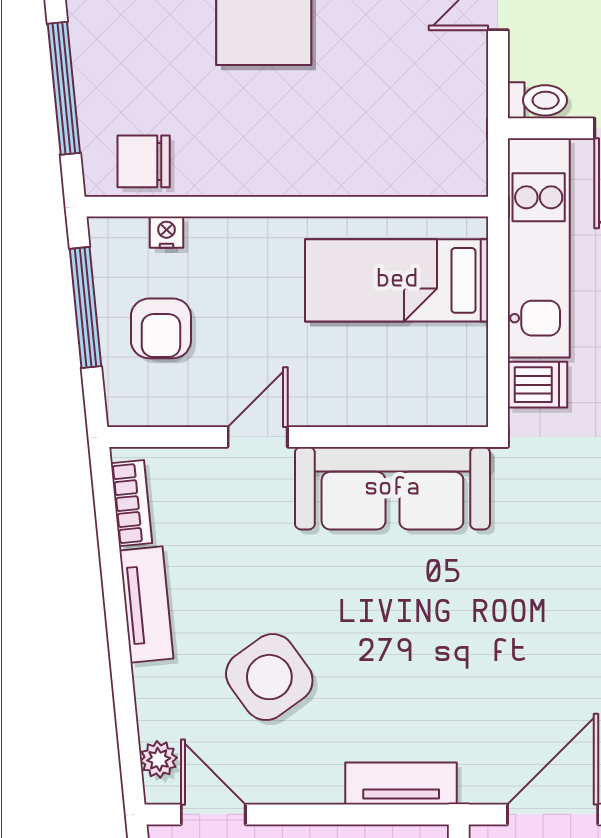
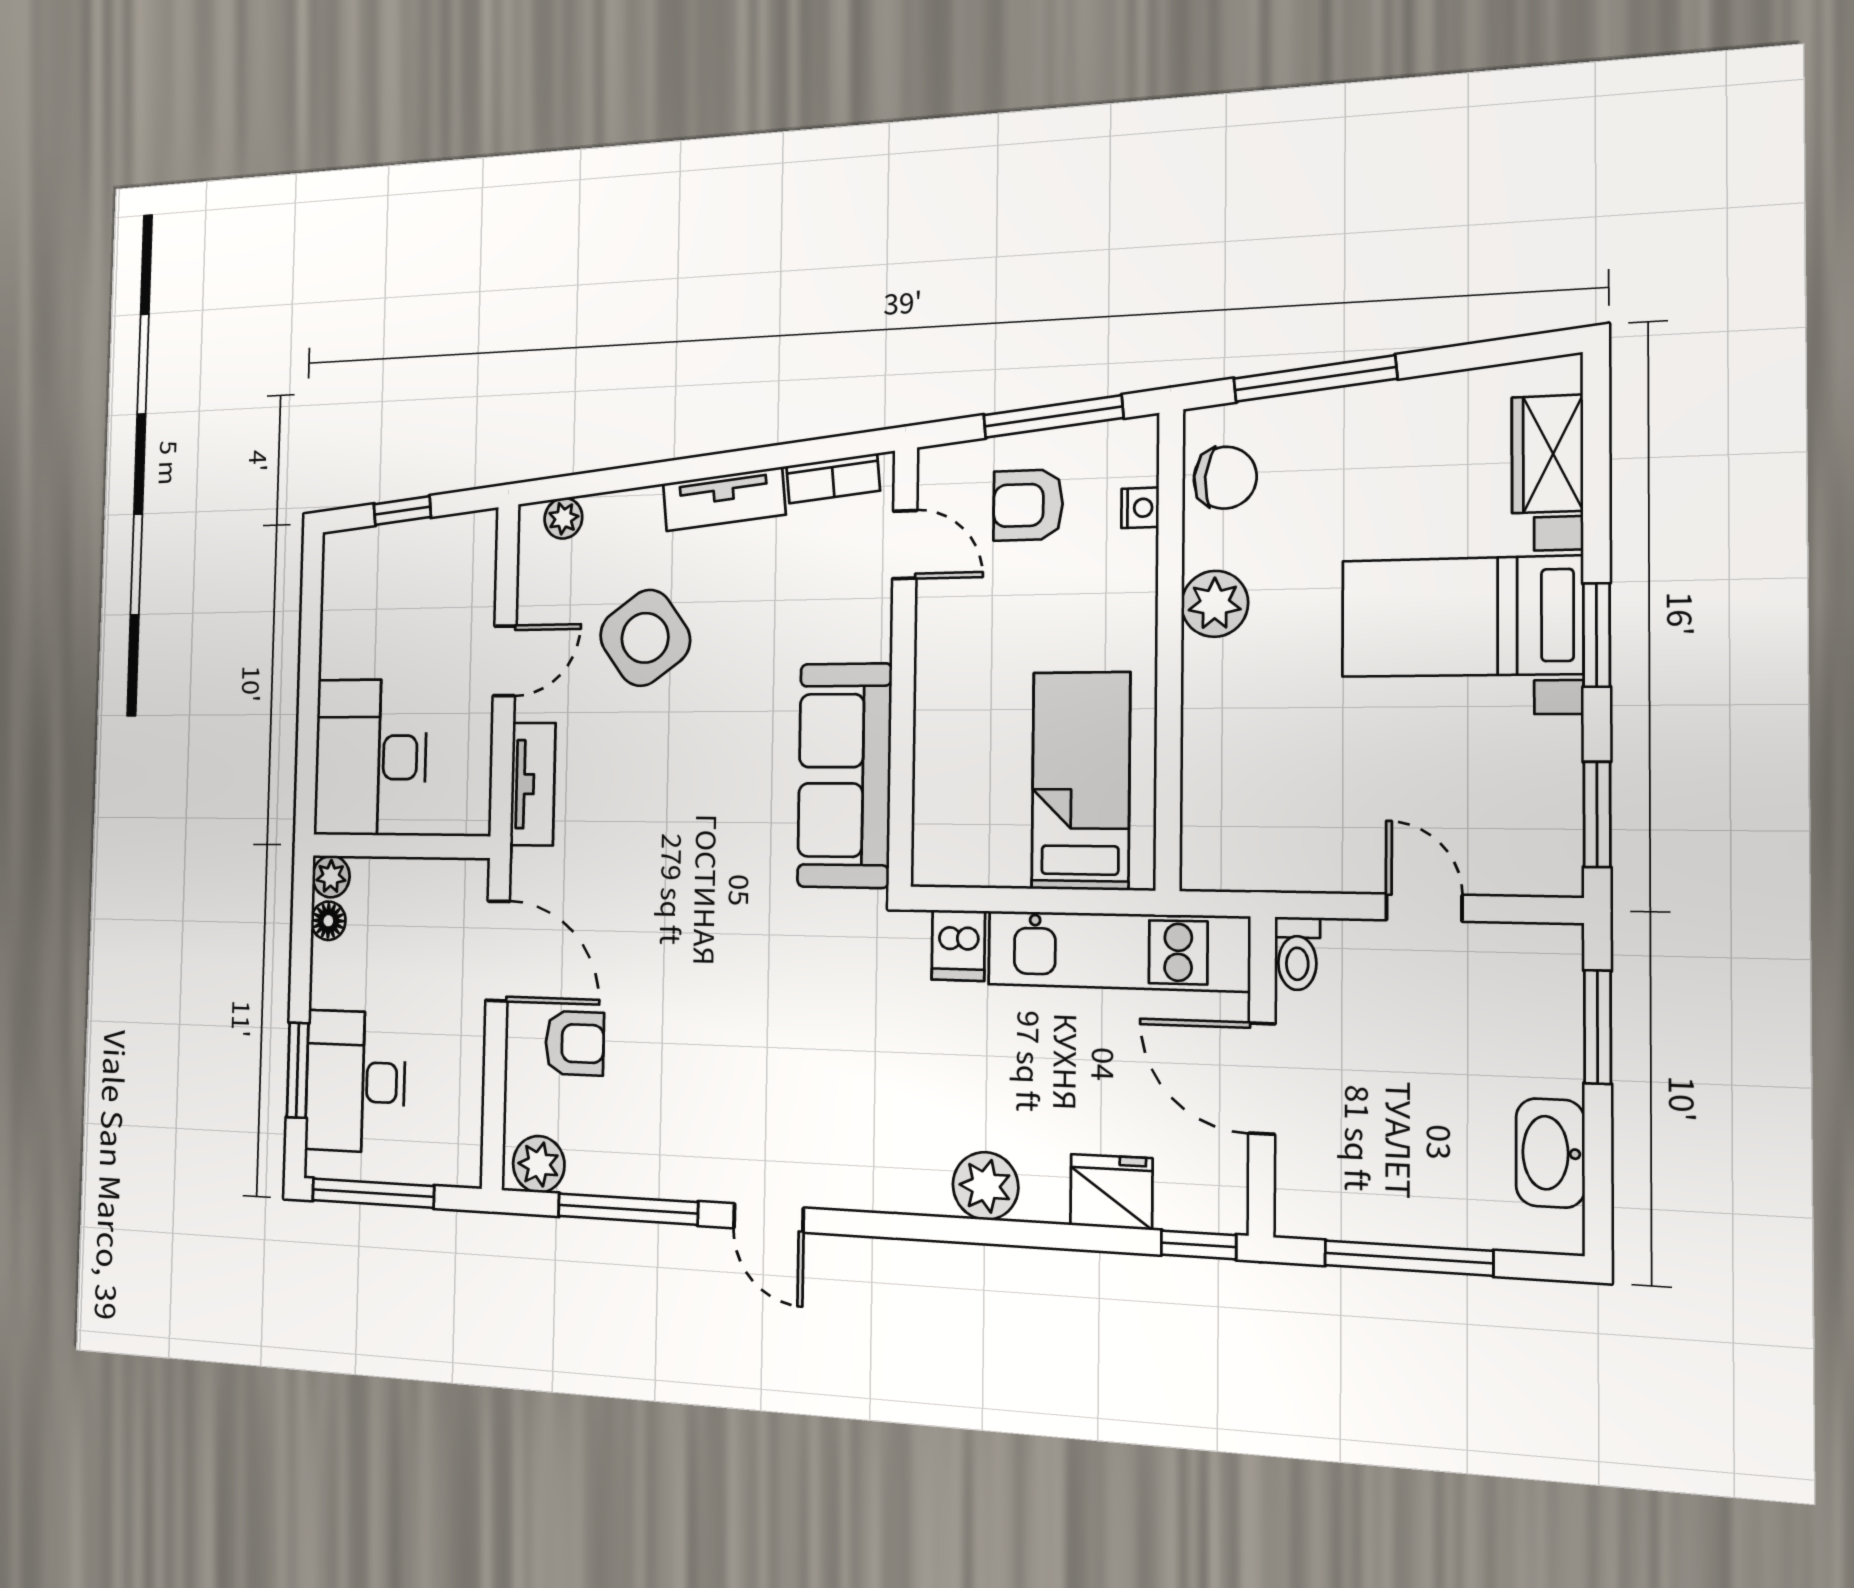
chair: (144, 161) -> (1225, 478), turned 95
plant: (249, 169) -> (1215, 604), added
door: (258, 437) -> (905, 545), moved
door: (213, 814) -> (505, 661), moved

